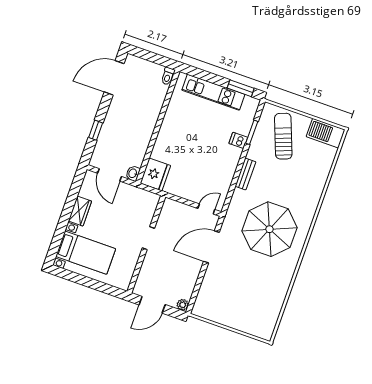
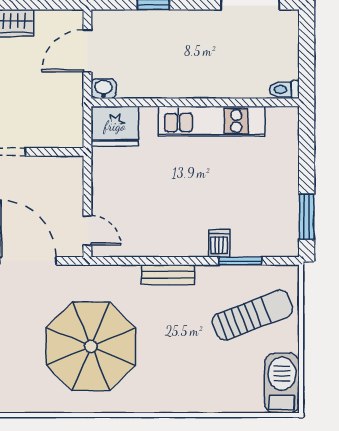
kitchen unit: (213, 92) -> (212, 121), moved, turned -90

